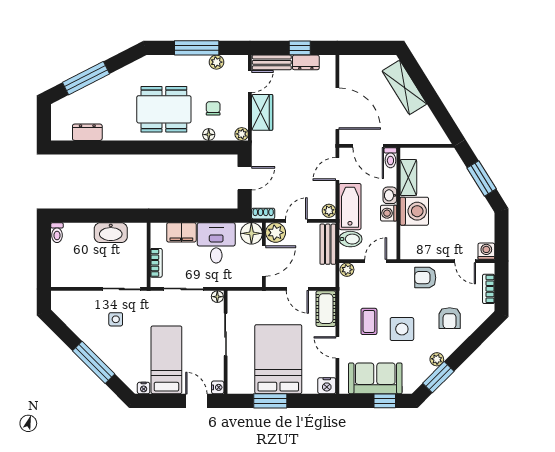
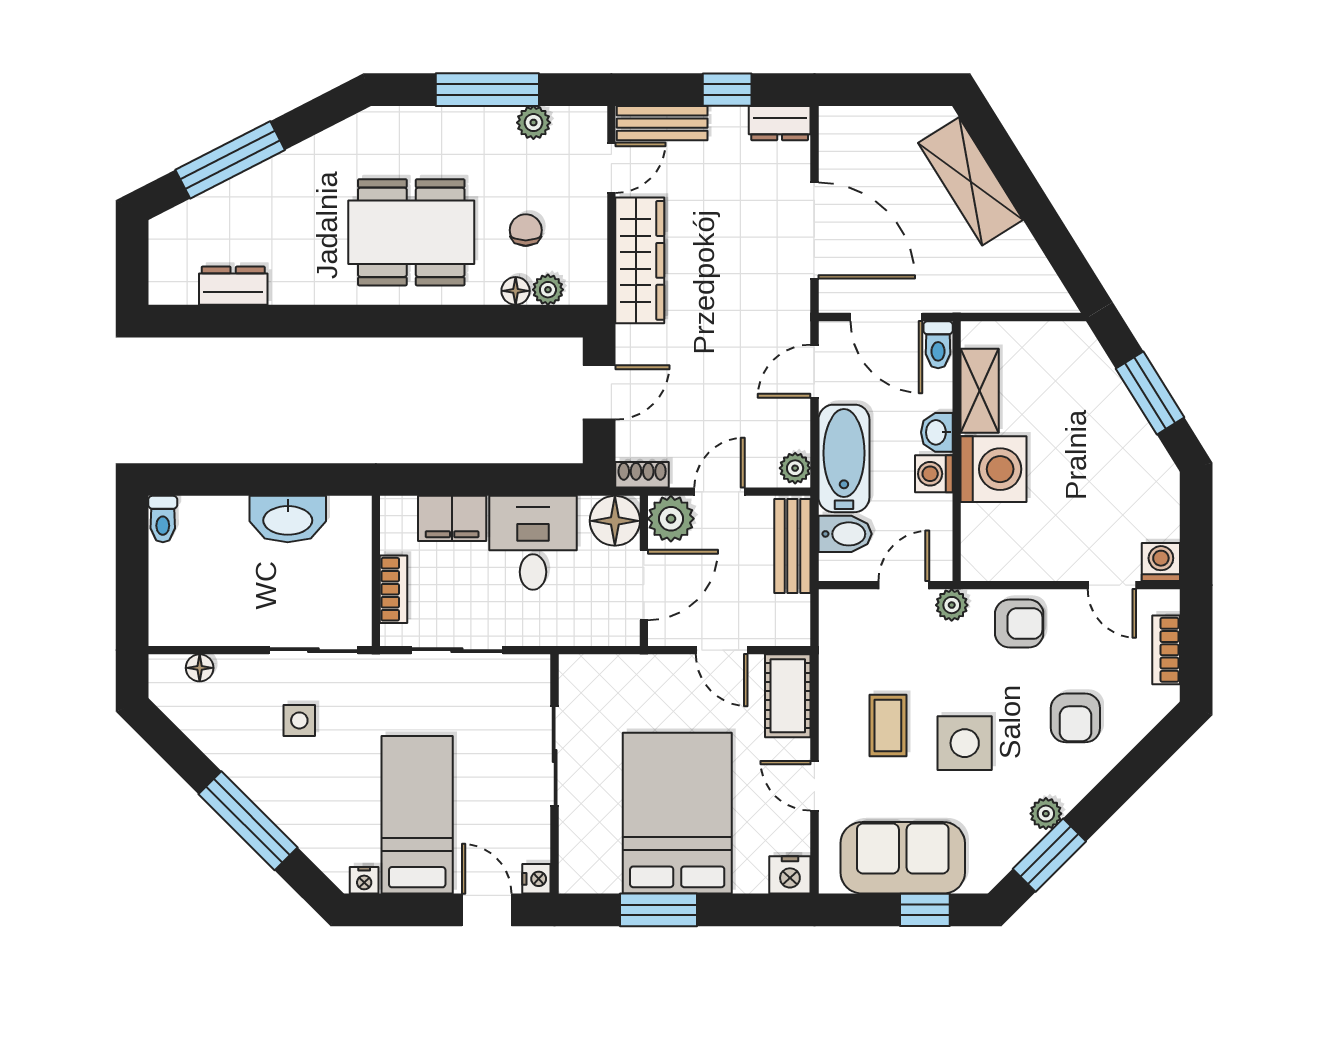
dresser: (306, 62) -> (780, 123), moved
wardrobe: (262, 112) -> (640, 260), width x1.50
plant: (242, 134) -> (548, 290), moved
plant: (347, 270) -> (952, 605), moved
armchair: (425, 278) -> (1019, 624), turned 180
floor lamp: (217, 297) -> (200, 668), moved

